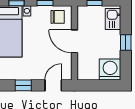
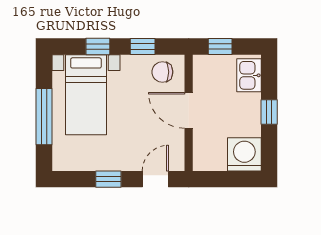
chair: (58, 17) -> (162, 72), turned 180

